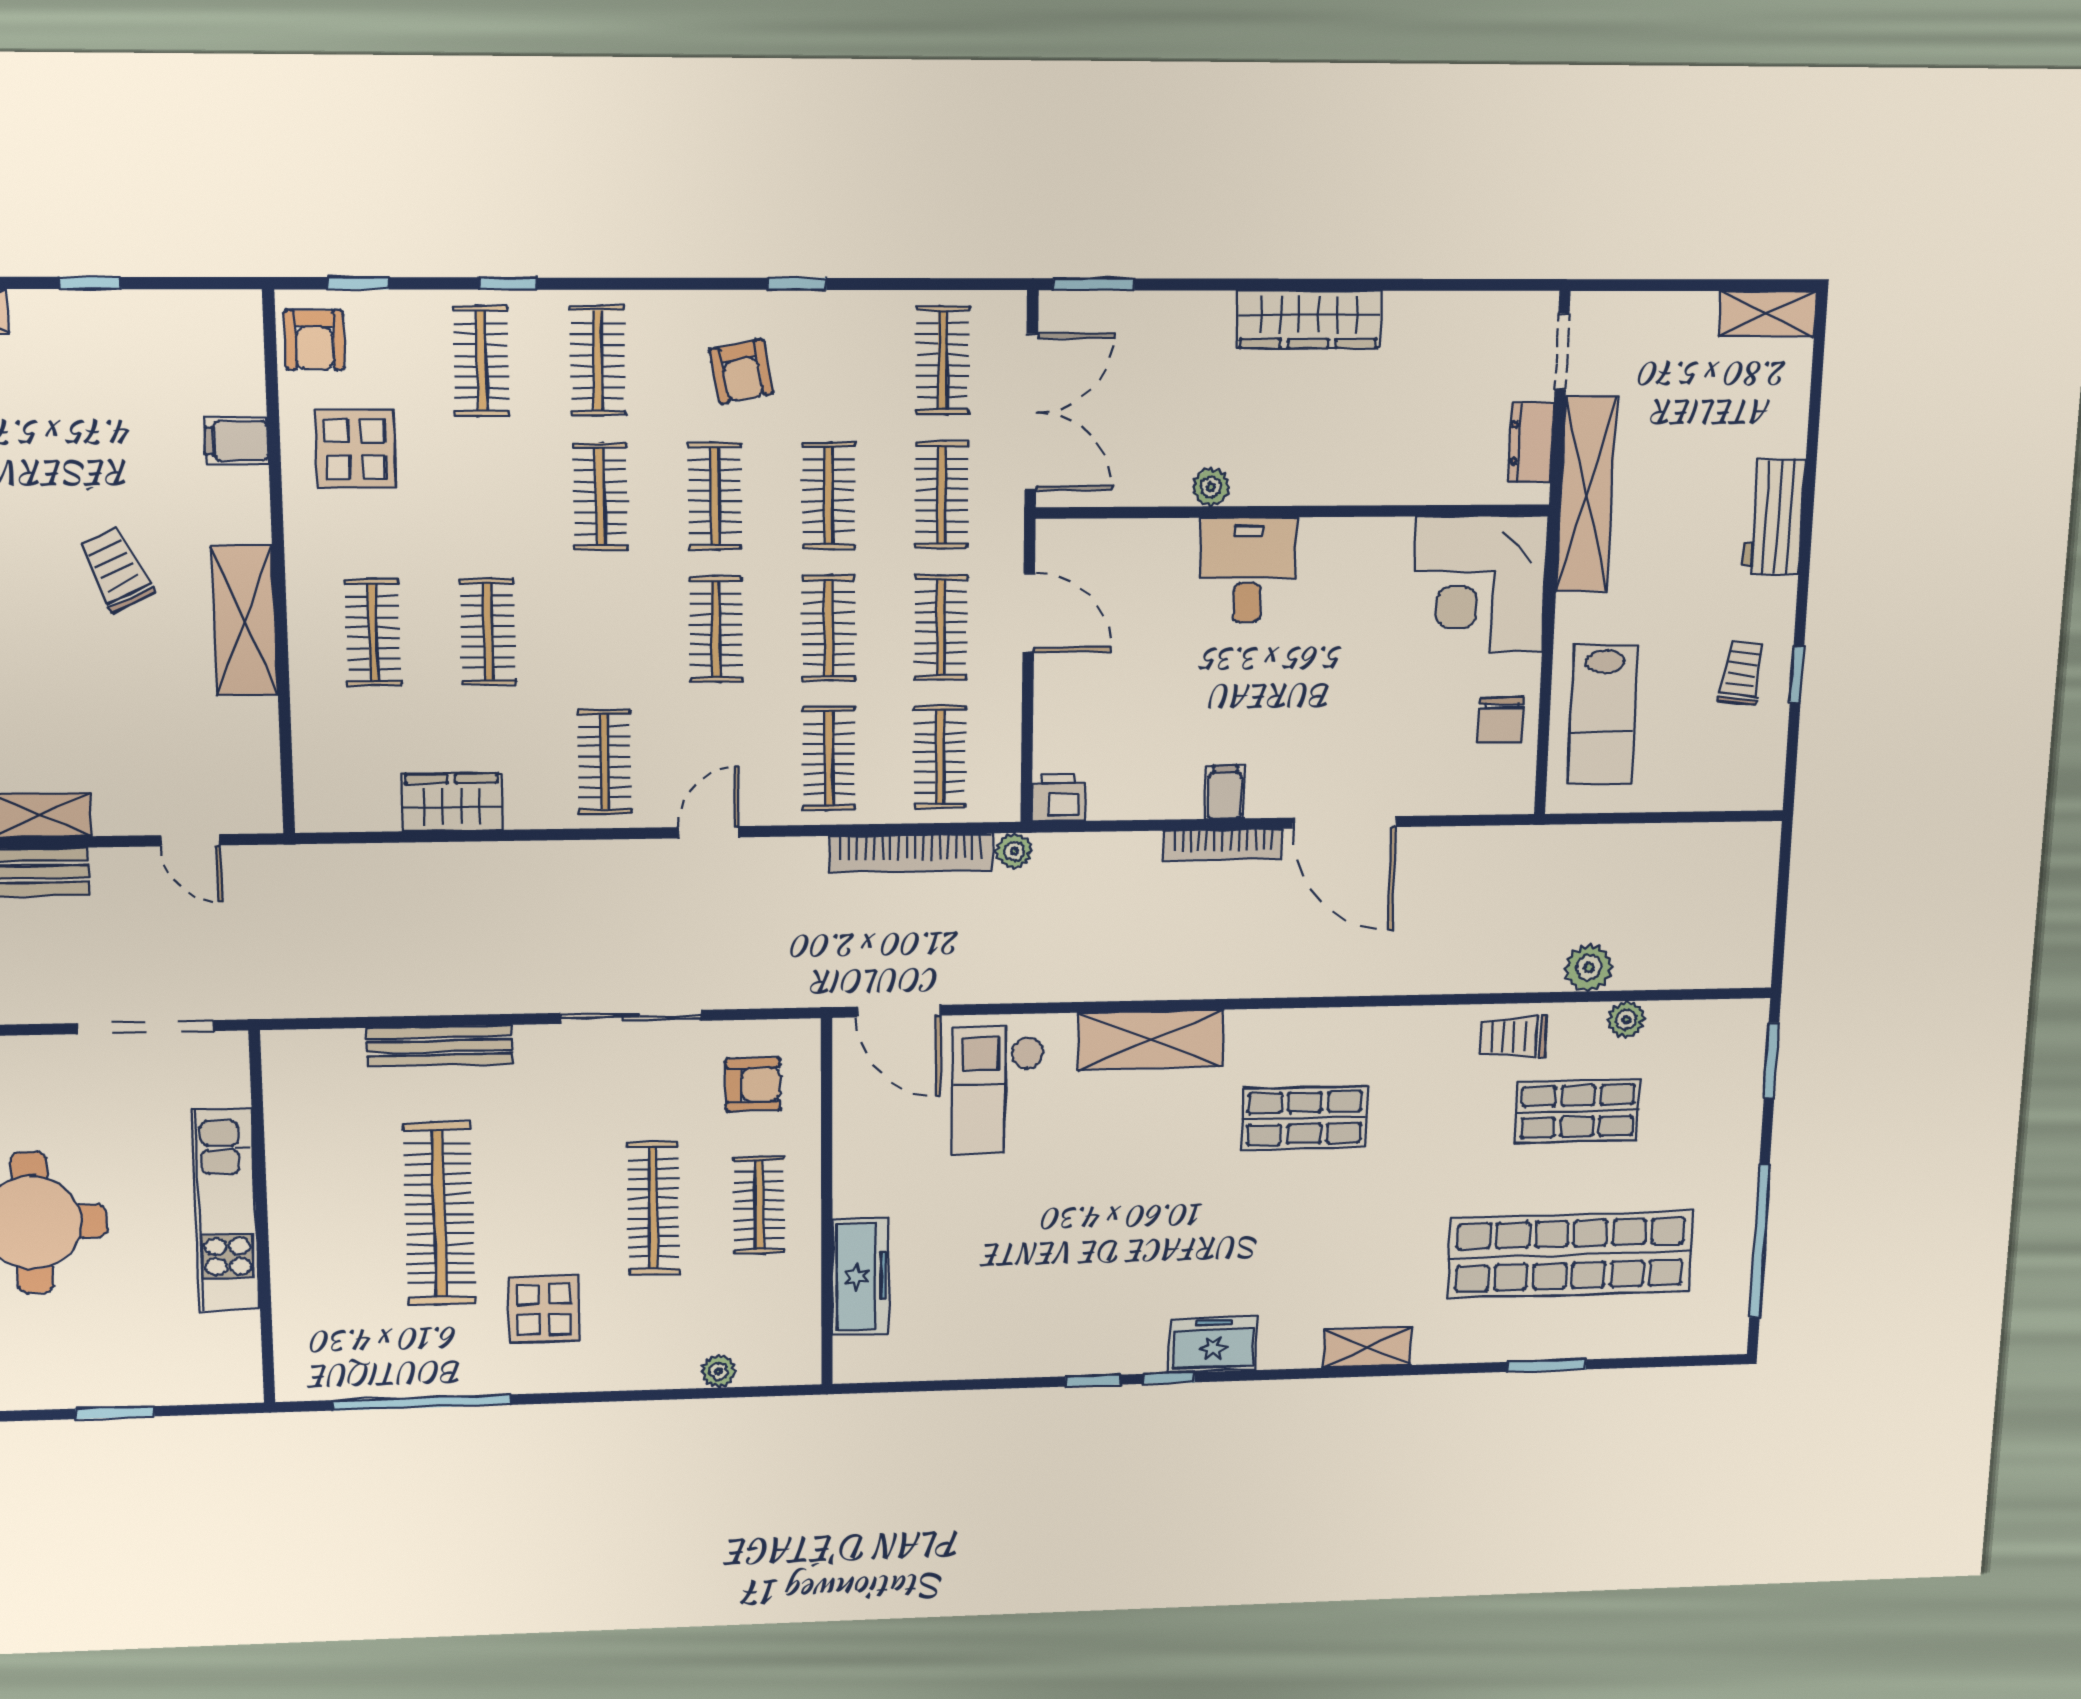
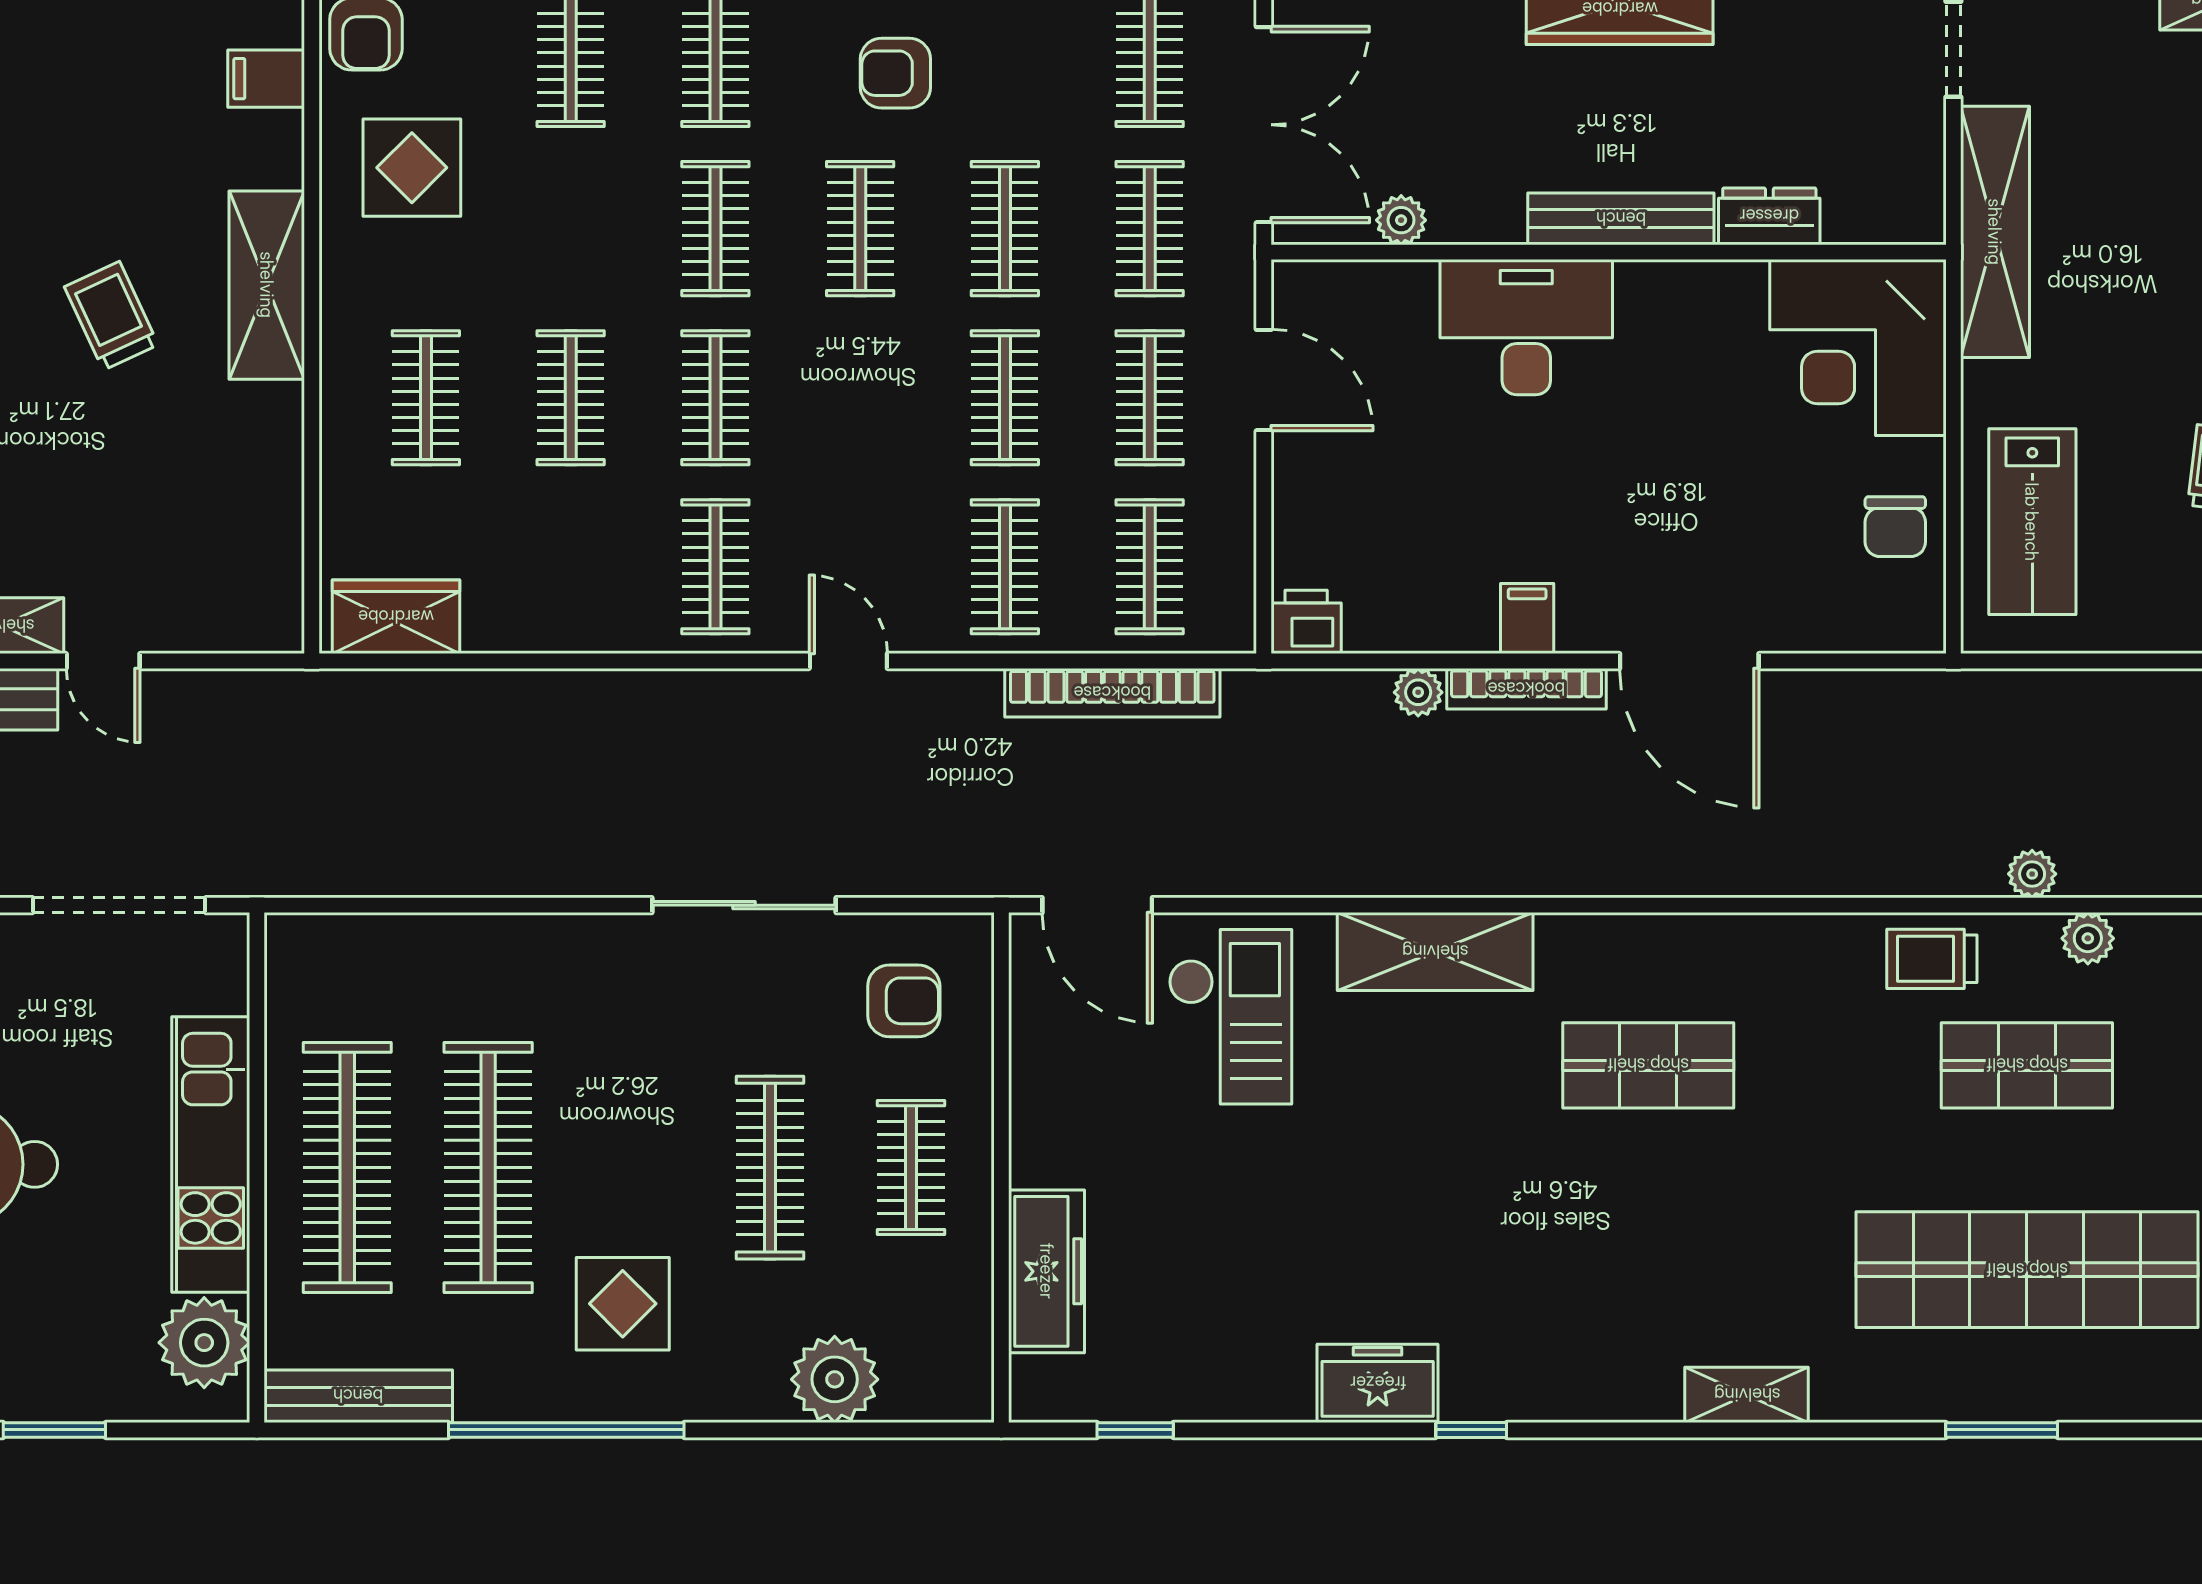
armchair: (742, 372) -> (895, 73), turned 101
filing cabinet: (237, 441) -> (266, 79), moved
dresser: (1531, 443) -> (1769, 216), moved, turned 90
bench: (1304, 485) -> (1621, 219), added
plant: (1211, 487) -> (1401, 220), moved
desk: (1248, 570) -> (1526, 327), width x1.37
shelving: (245, 621) -> (267, 285), moved
clothes rail: (716, 629) -> (715, 398), moved
wardrobe: (452, 802) -> (396, 617), moved
door: (709, 832) -> (848, 661), hinge flipped
door: (190, 840) -> (103, 661), moved
plant: (1014, 851) -> (1418, 692), moved
plant: (1589, 968) -> (2032, 874), width x0.73, depth x0.73
bench: (440, 1046) -> (358, 1396), moved
checkout: (998, 1090) -> (1230, 1017), turned 180
clothes rail: (332, 1217) -> (347, 1168), added
freezer: (1213, 1344) -> (1378, 1383), moved
plant: (227, 1346) -> (204, 1343), added
plant: (719, 1371) -> (835, 1379), width x1.87, depth x1.87
window: (1093, 1381) -> (1135, 1430), moved
window: (422, 1403) -> (566, 1430), moved

